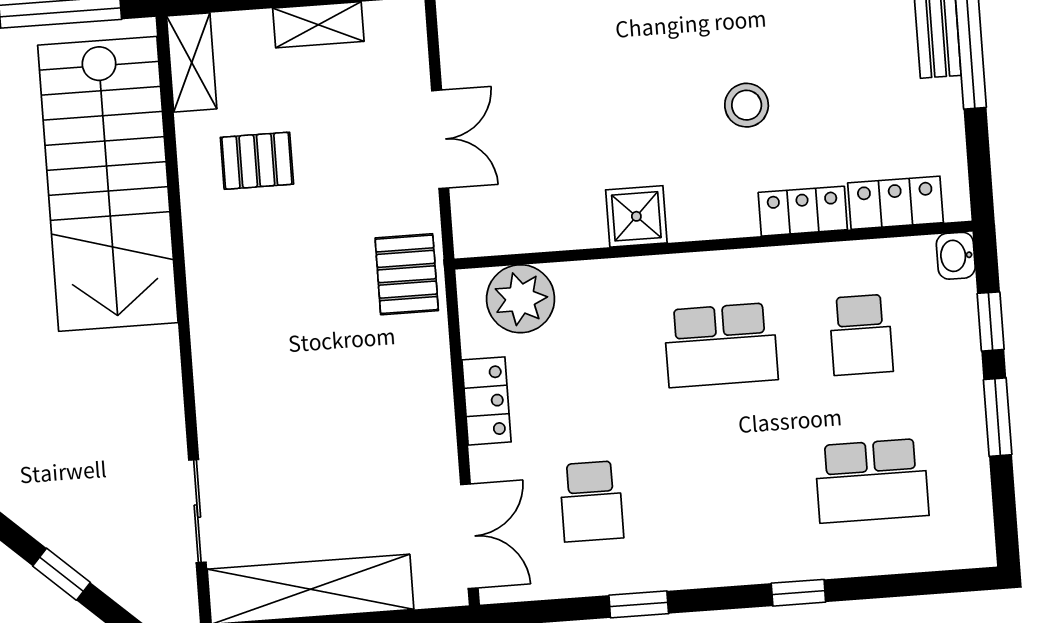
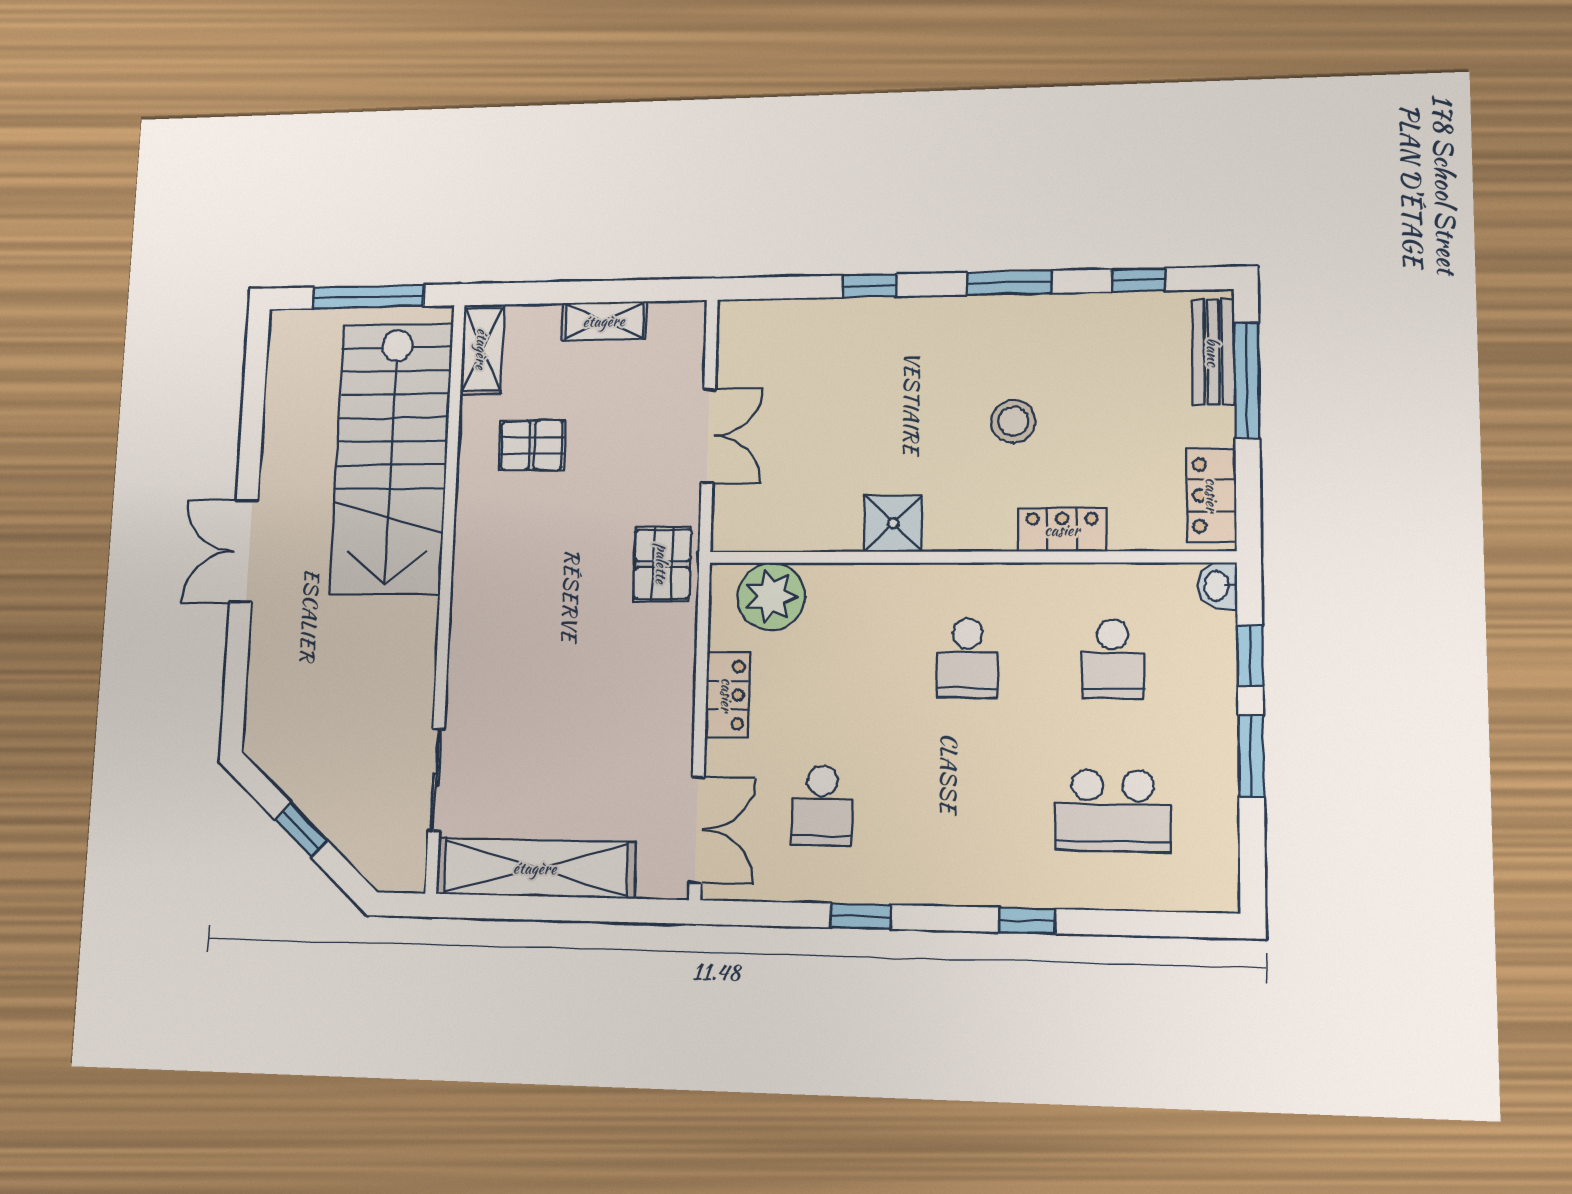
locker: (896, 203) -> (1212, 495), moved, turned -90
school desk: (721, 345) -> (967, 658), width x0.54

